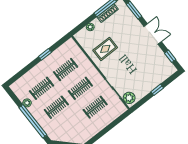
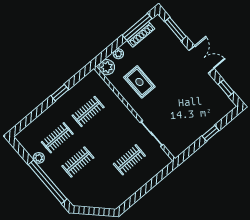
rug: (105, 49) -> (139, 82), turned 90
clothes rail: (80, 88) -> (109, 136), removed
plant: (129, 98) -> (107, 67), moved

